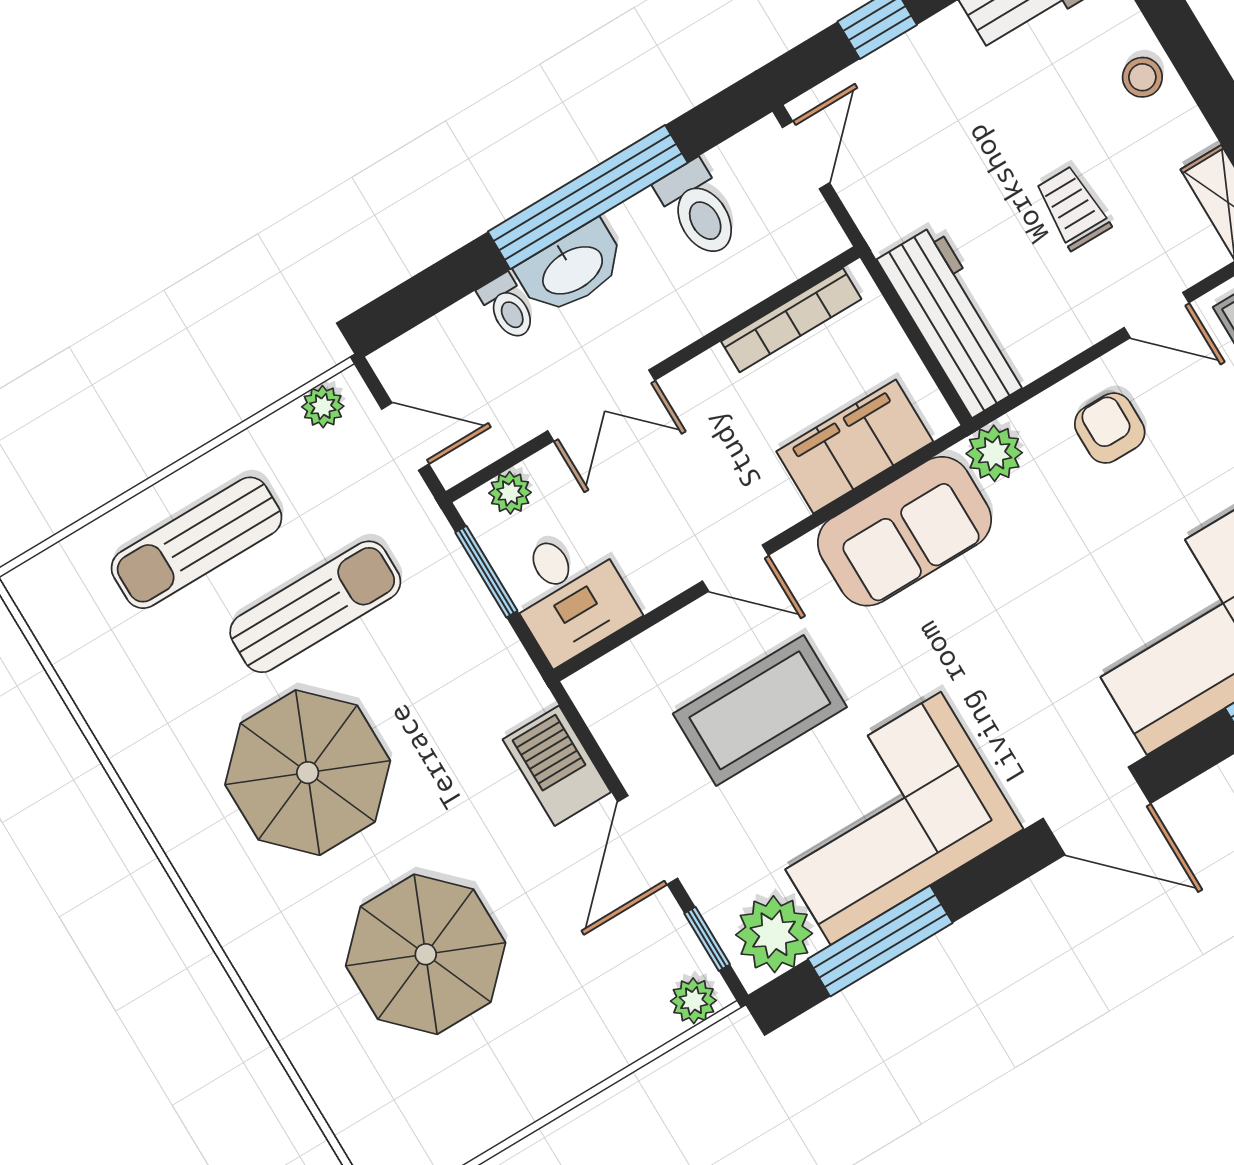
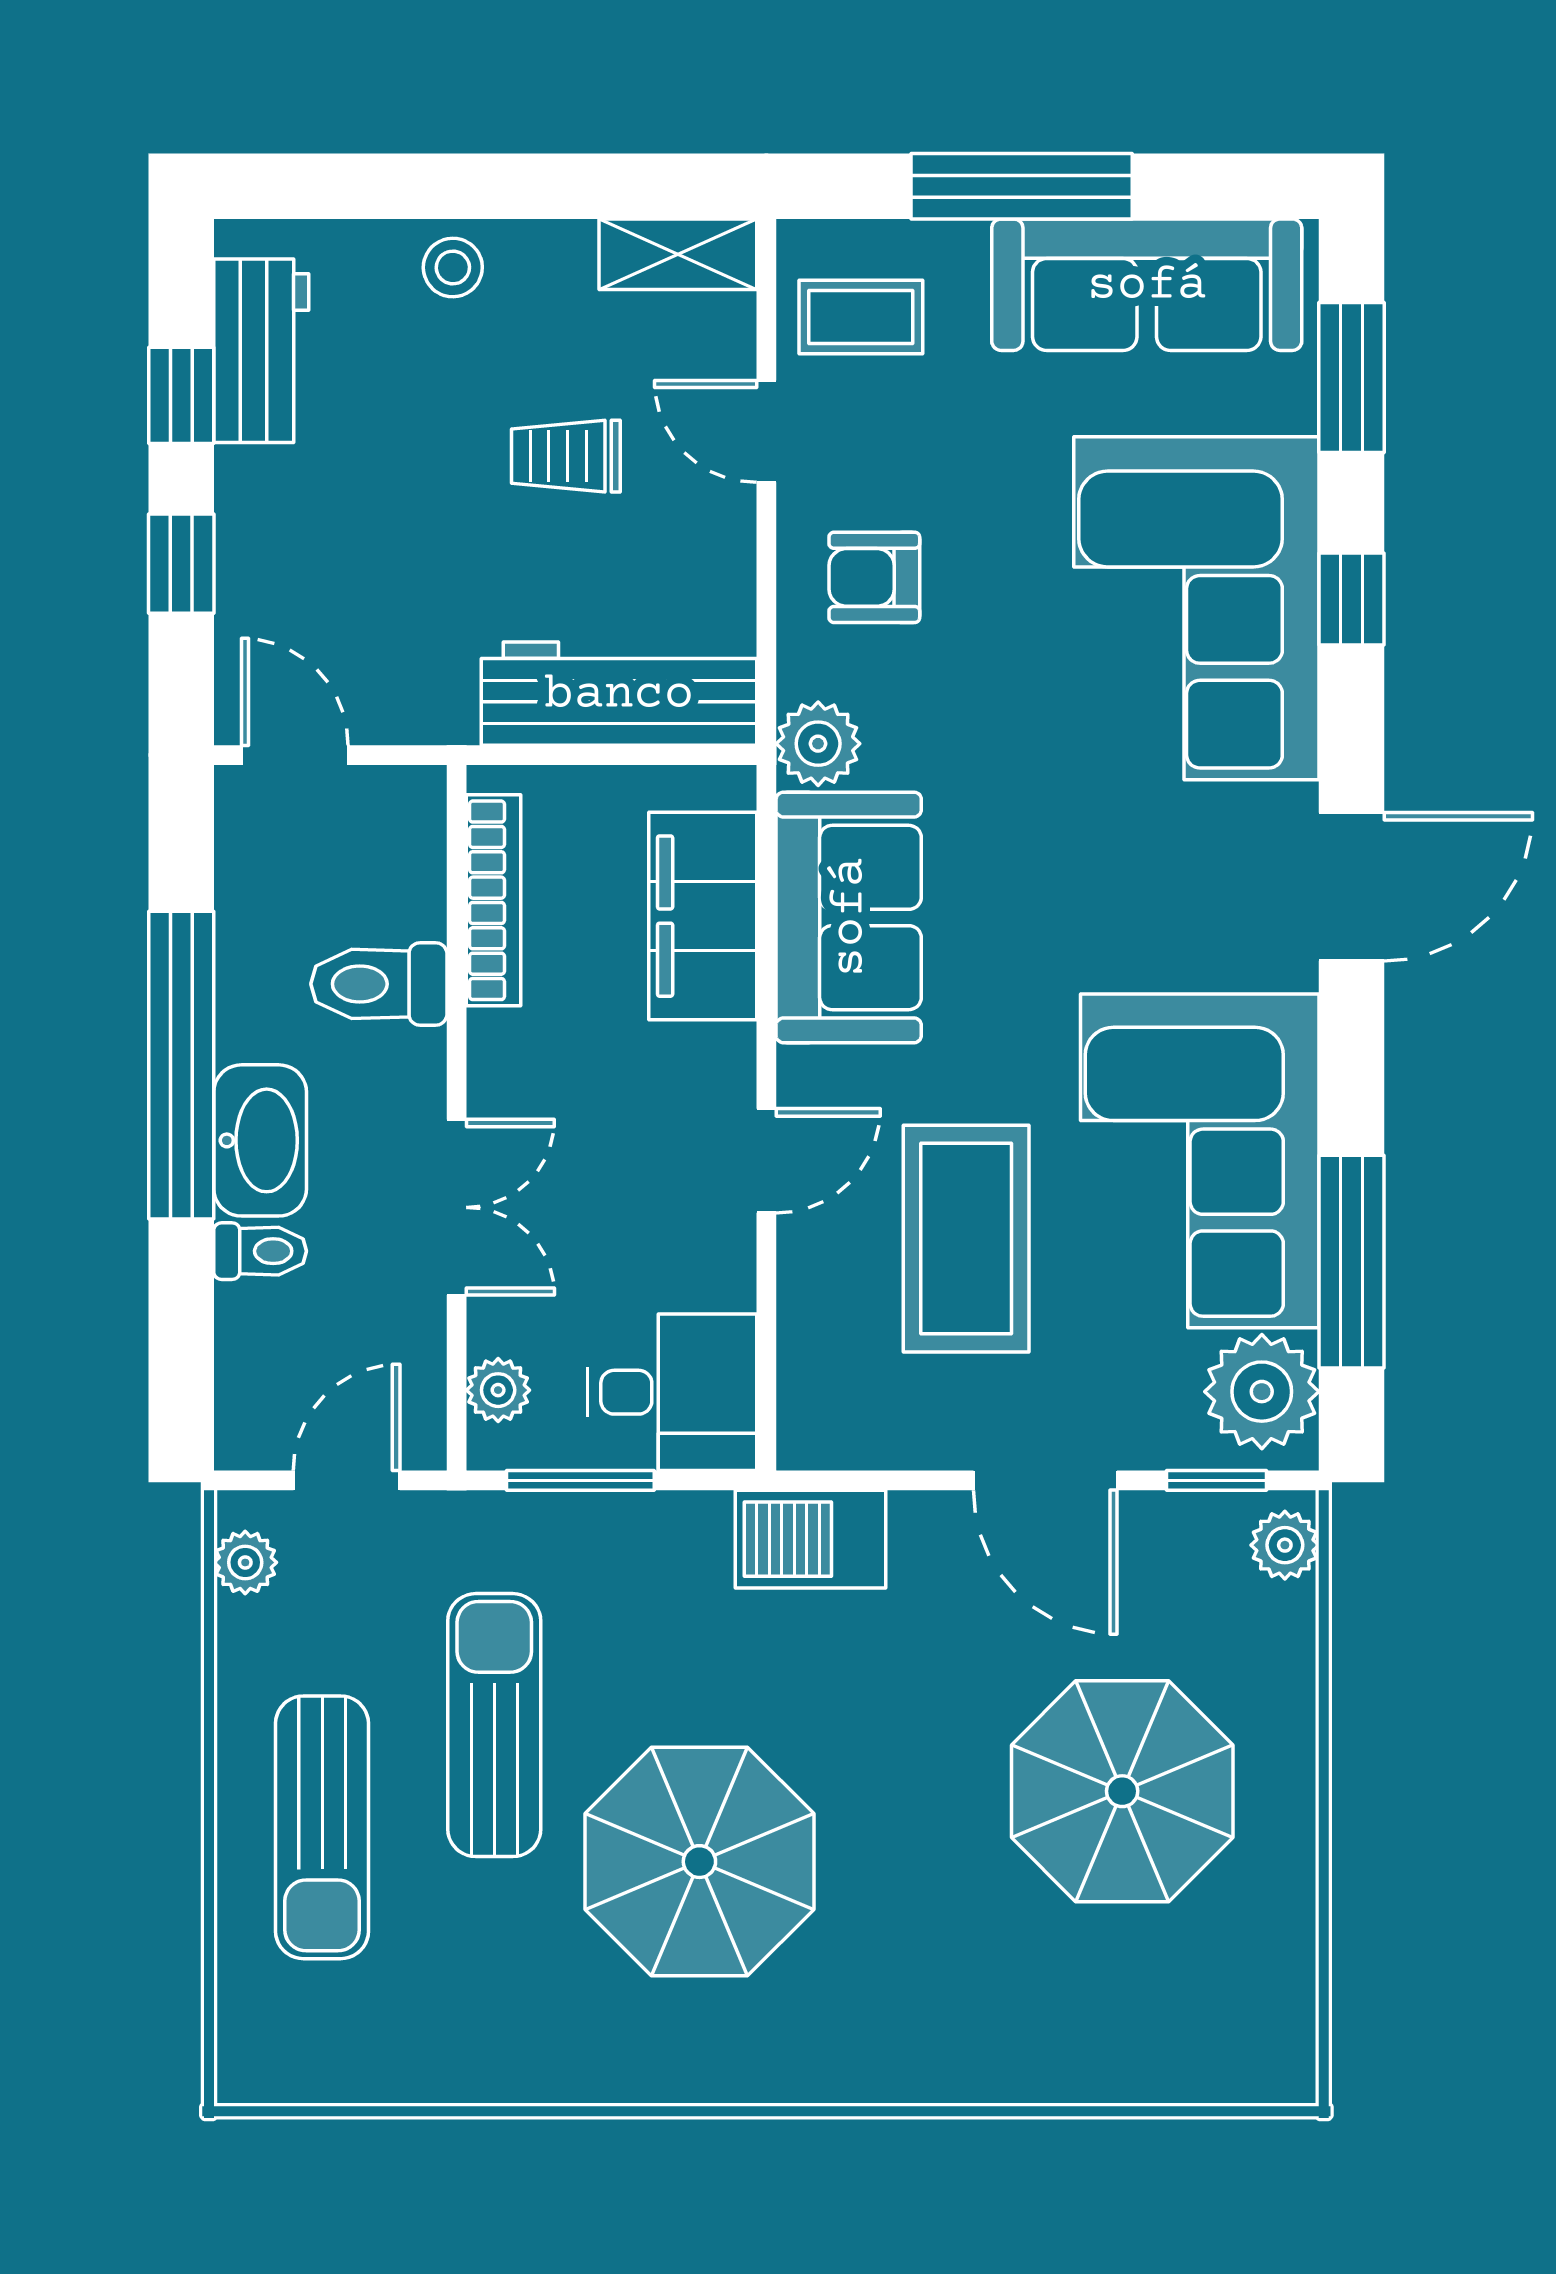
toilet: (699, 210) -> (379, 984), moved, turned 180
door: (1157, 315) -> (766, 431), swing flipped
barbecue: (557, 766) -> (810, 1539), moved
parasol: (426, 954) -> (1122, 1791), moved

